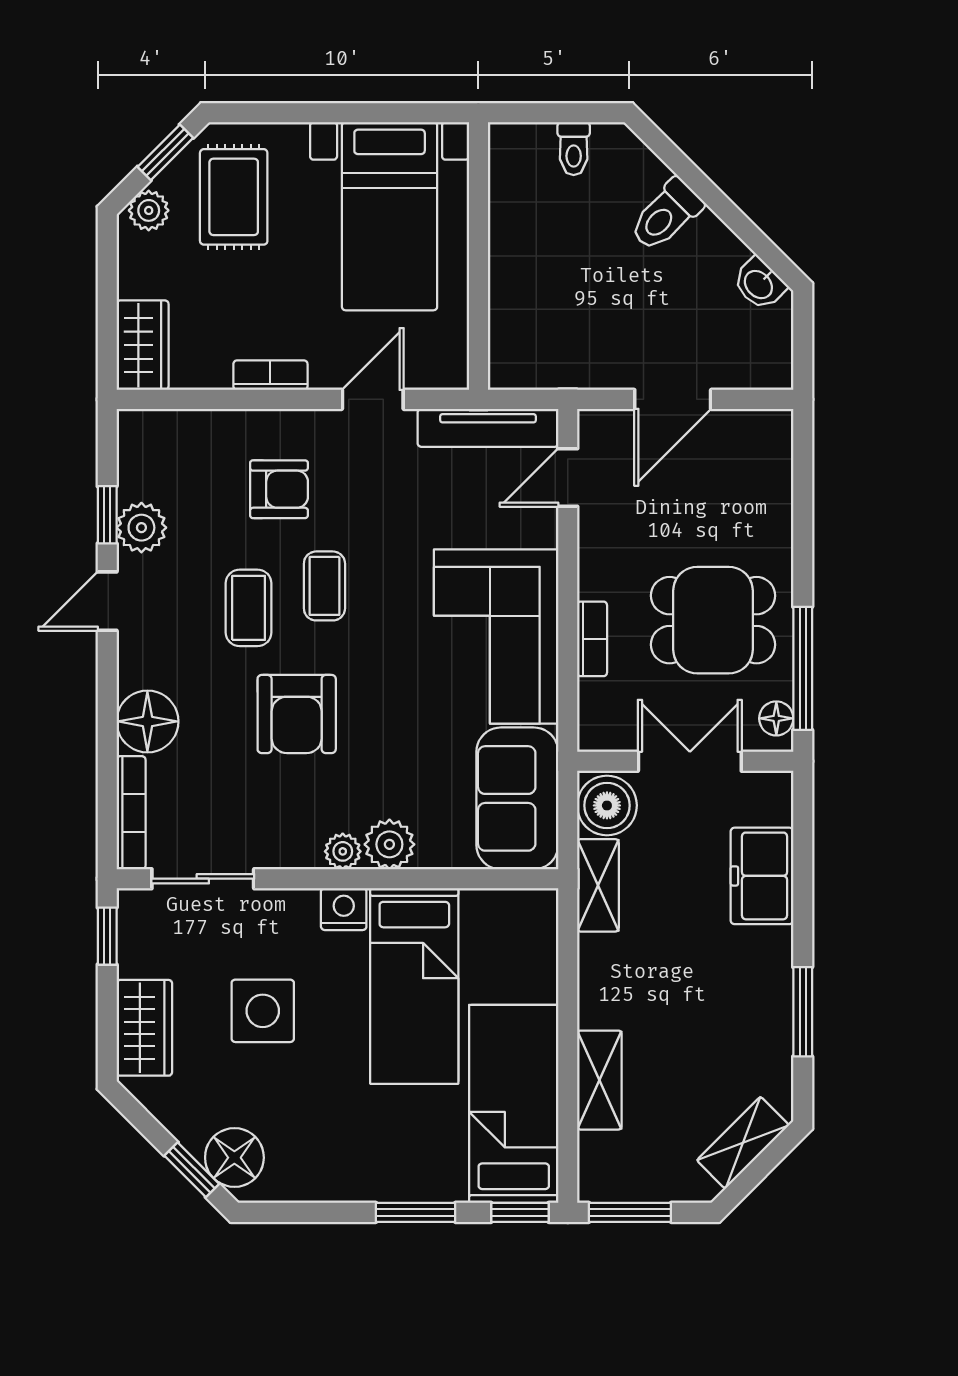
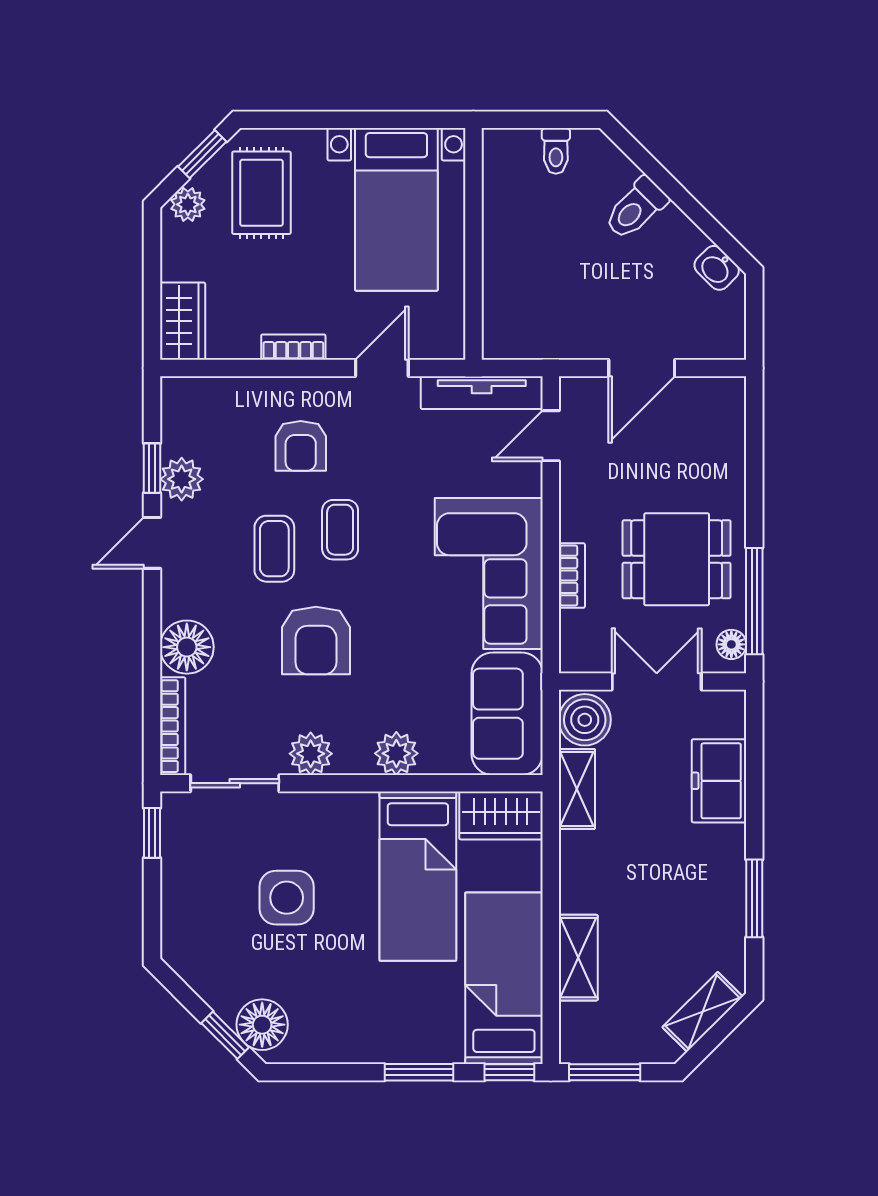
armchair: (279, 489) -> (301, 446), turned 90
plant: (343, 851) -> (311, 754), moved, width x1.38, depth x1.38
nightstand: (344, 909) -> (357, 810), removed
wardrobe: (144, 1028) -> (501, 815), moved, turned 90

